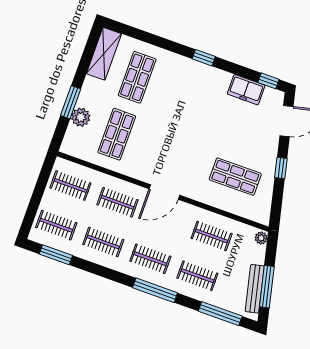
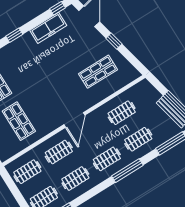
freezer: (246, 90) -> (48, 28), width x1.40
plant: (261, 238) -> (146, 85), removed

